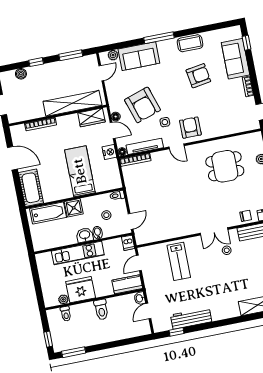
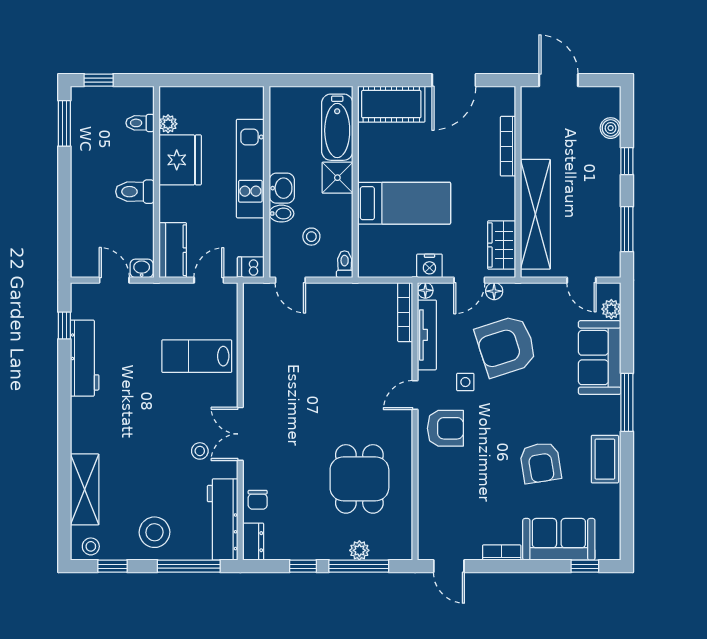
door: (139, 263) -> (209, 280), hinge flipped

